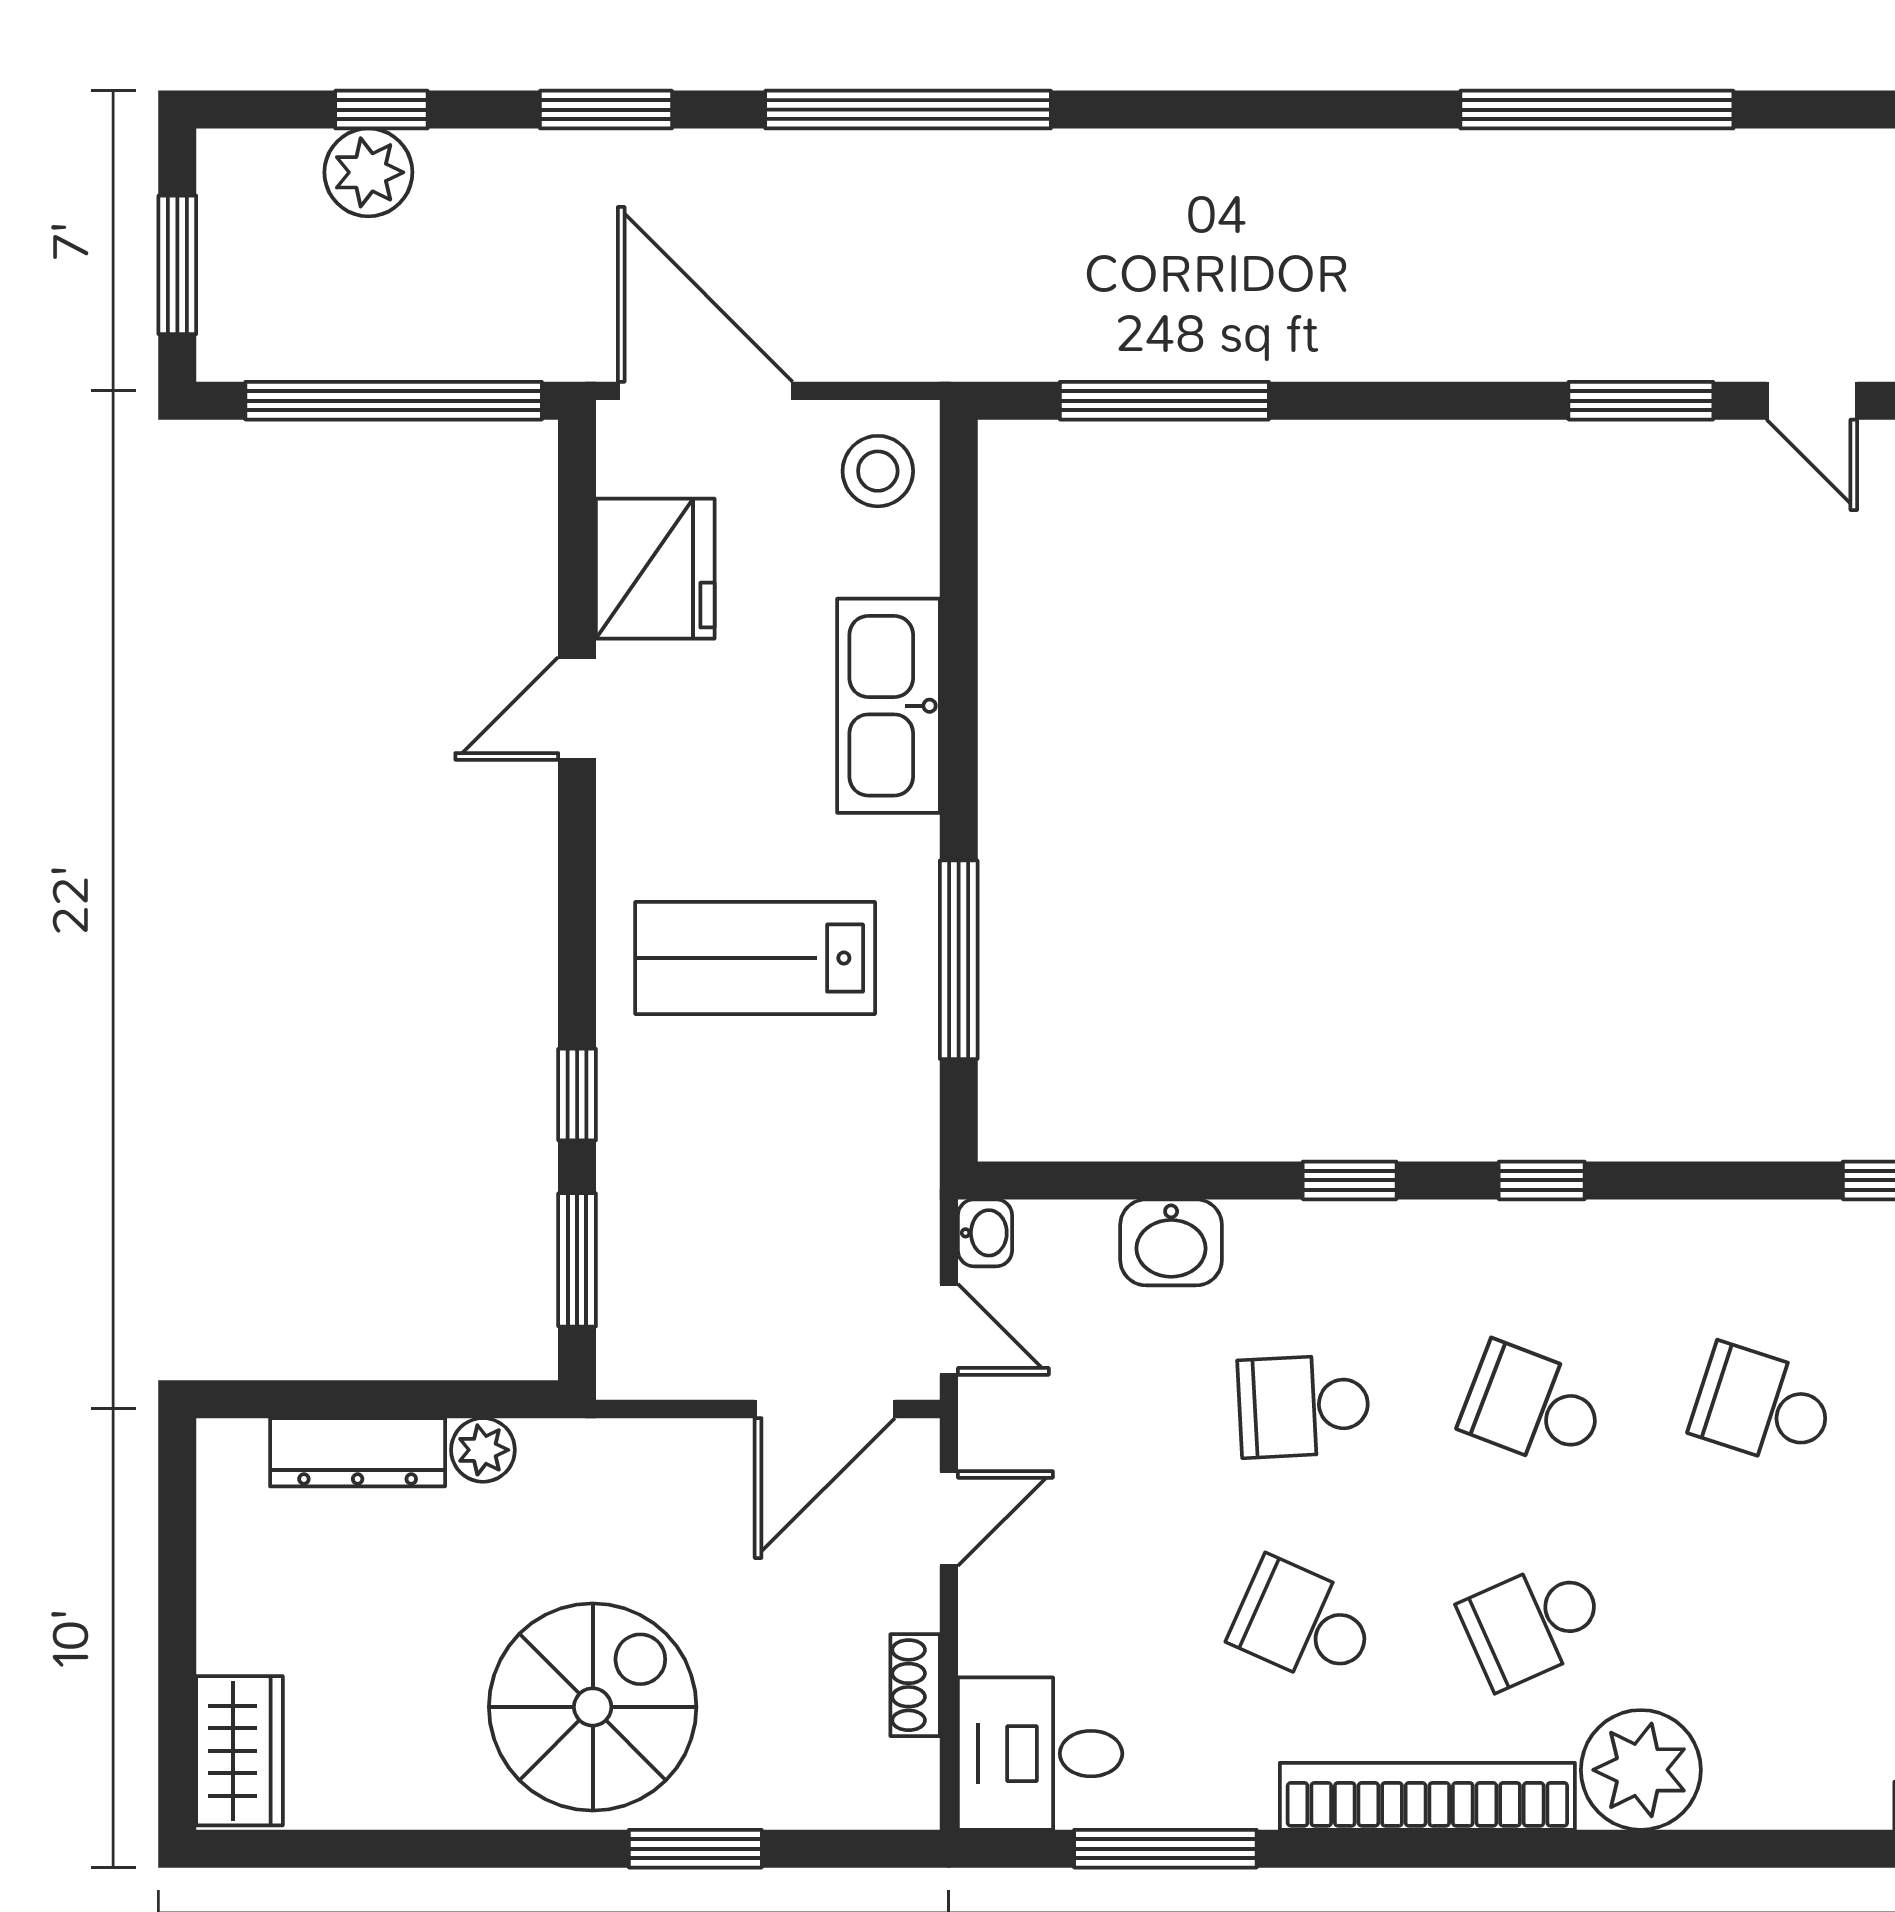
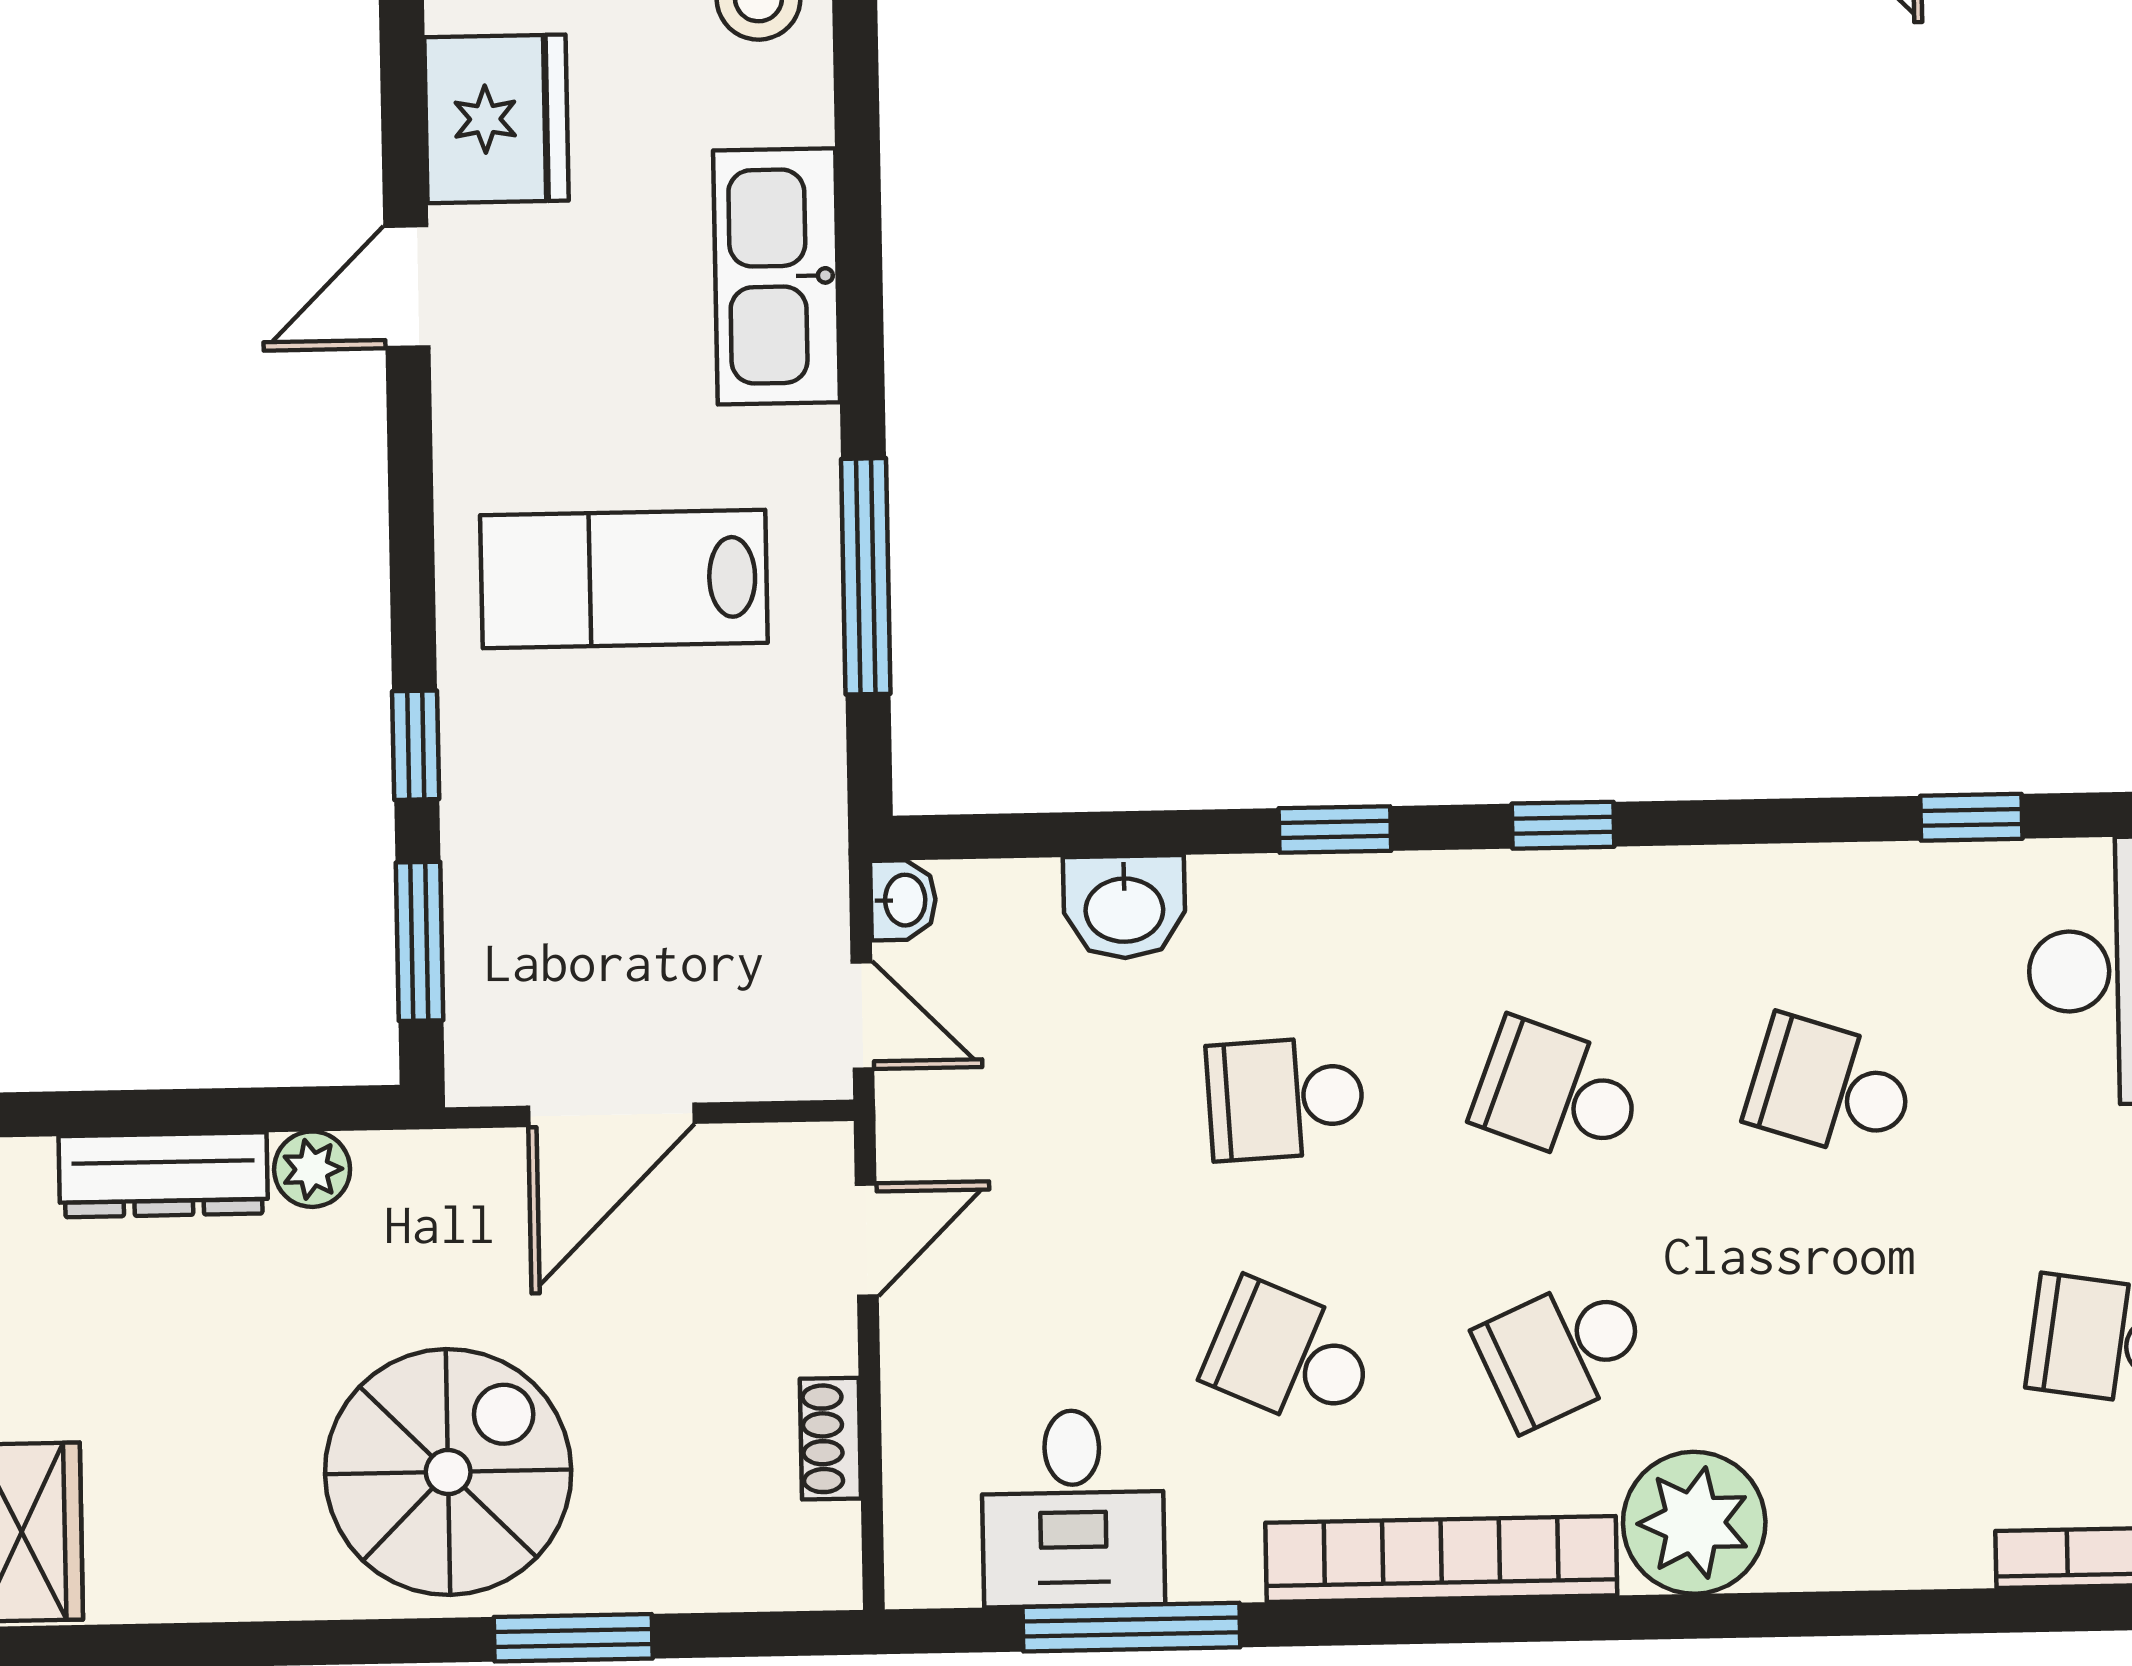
door: (825, 1409) -> (611, 1115), moved
desk: (1040, 1754) -> (1073, 1508), moved, turned -90

